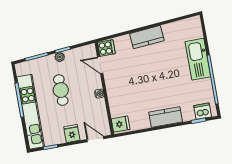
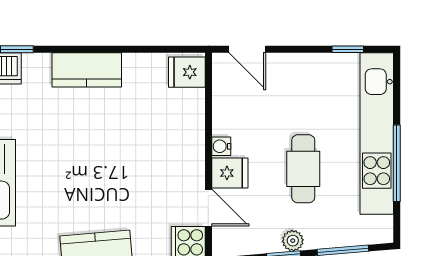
fridge: (72, 133) -> (230, 173), moved, turned -90

